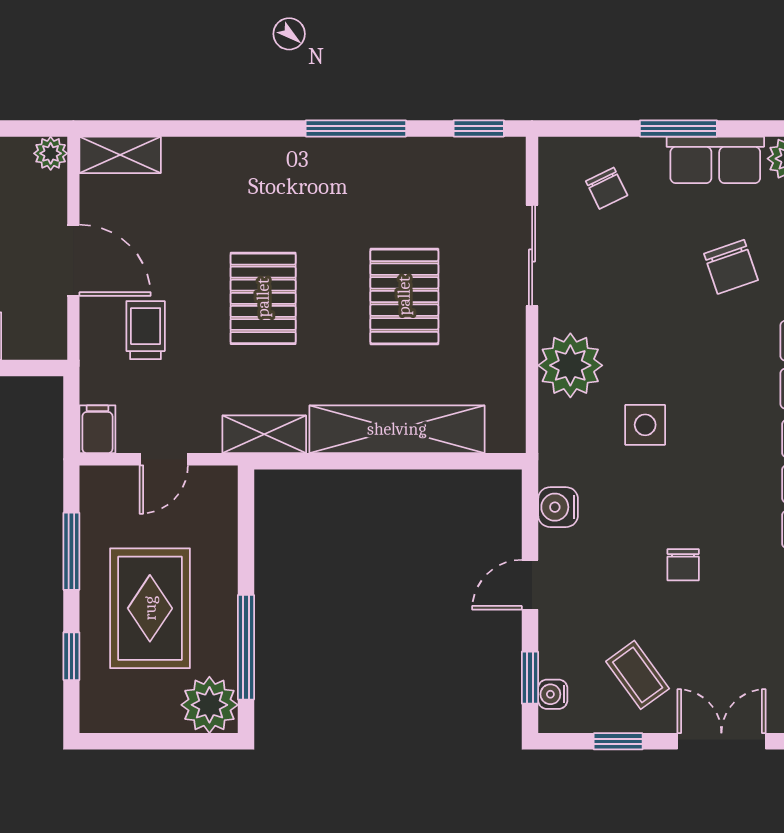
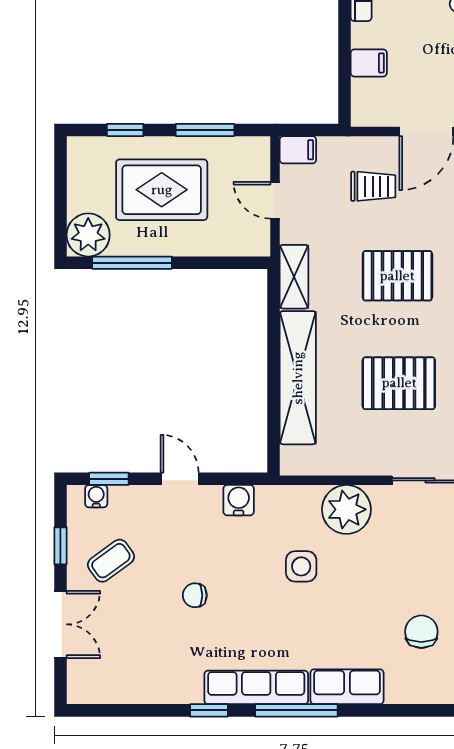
chair: (731, 267) -> (421, 632), turned 109

